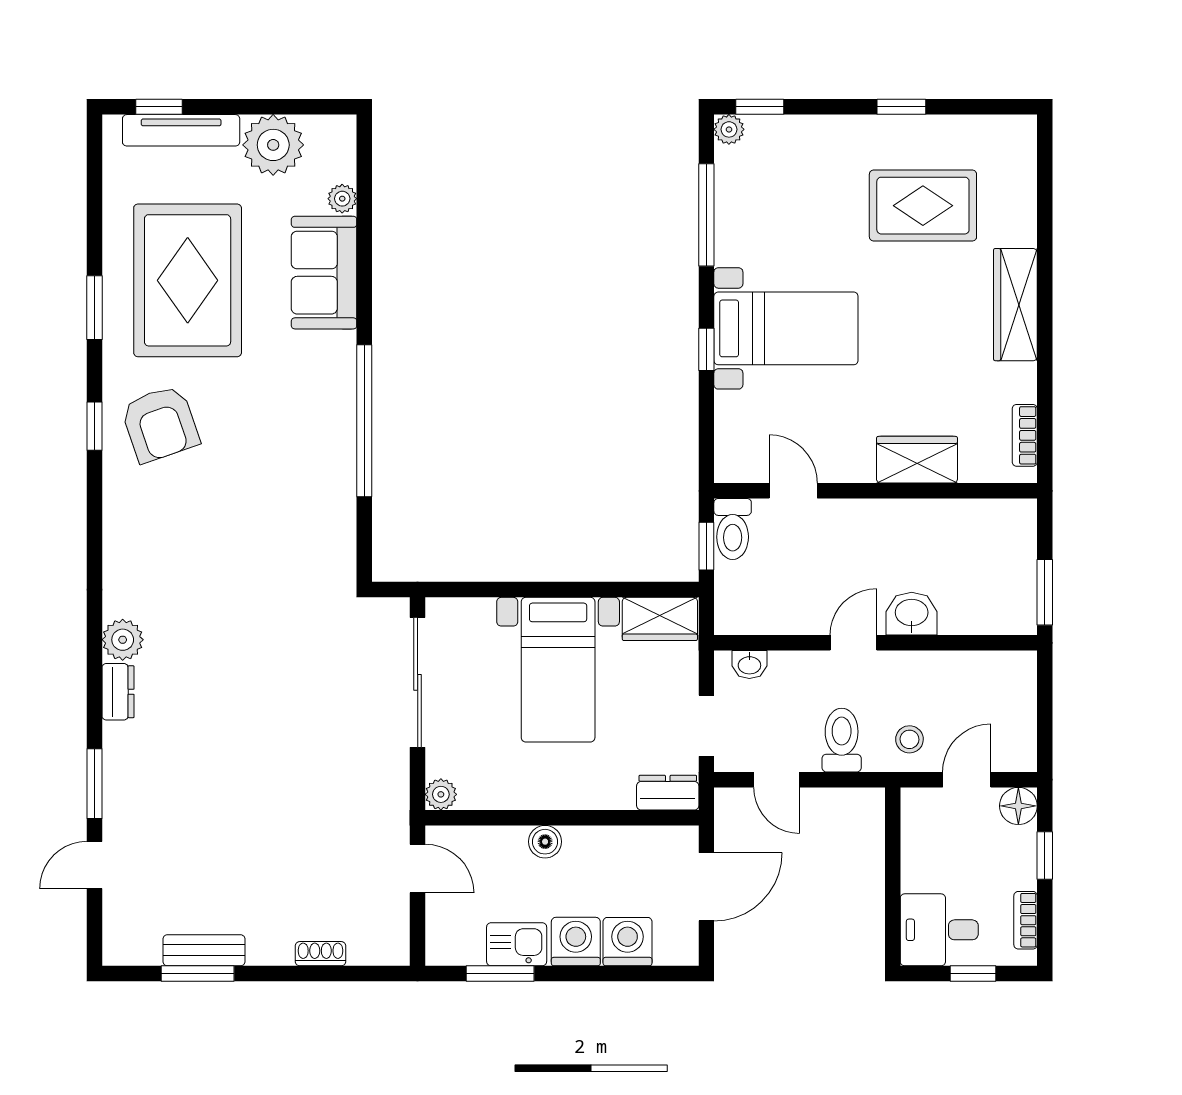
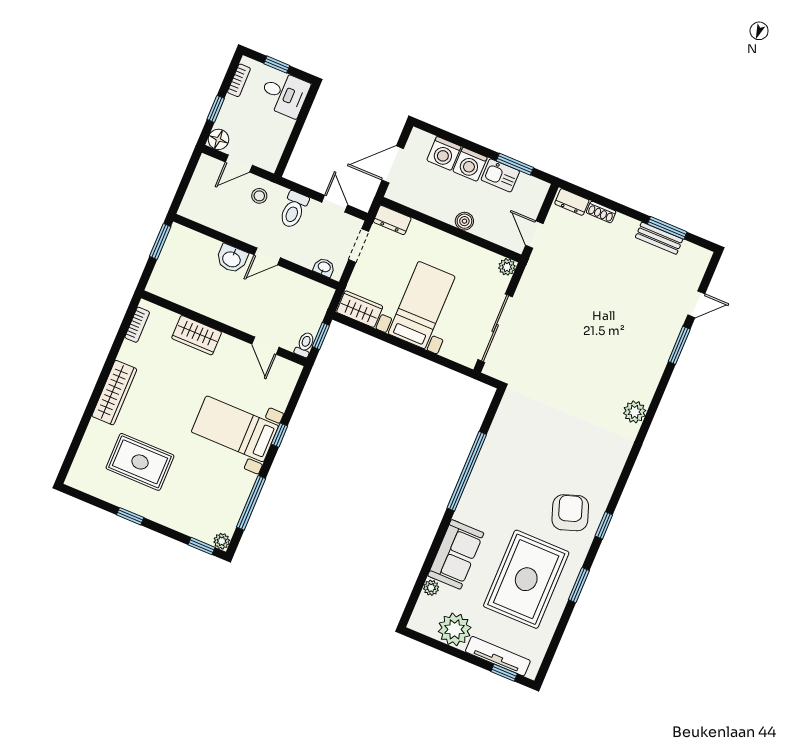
toilet: (733, 529) -> (305, 344), width x0.73, depth x0.72
dresser: (118, 692) -> (572, 202), moved, turned -90

